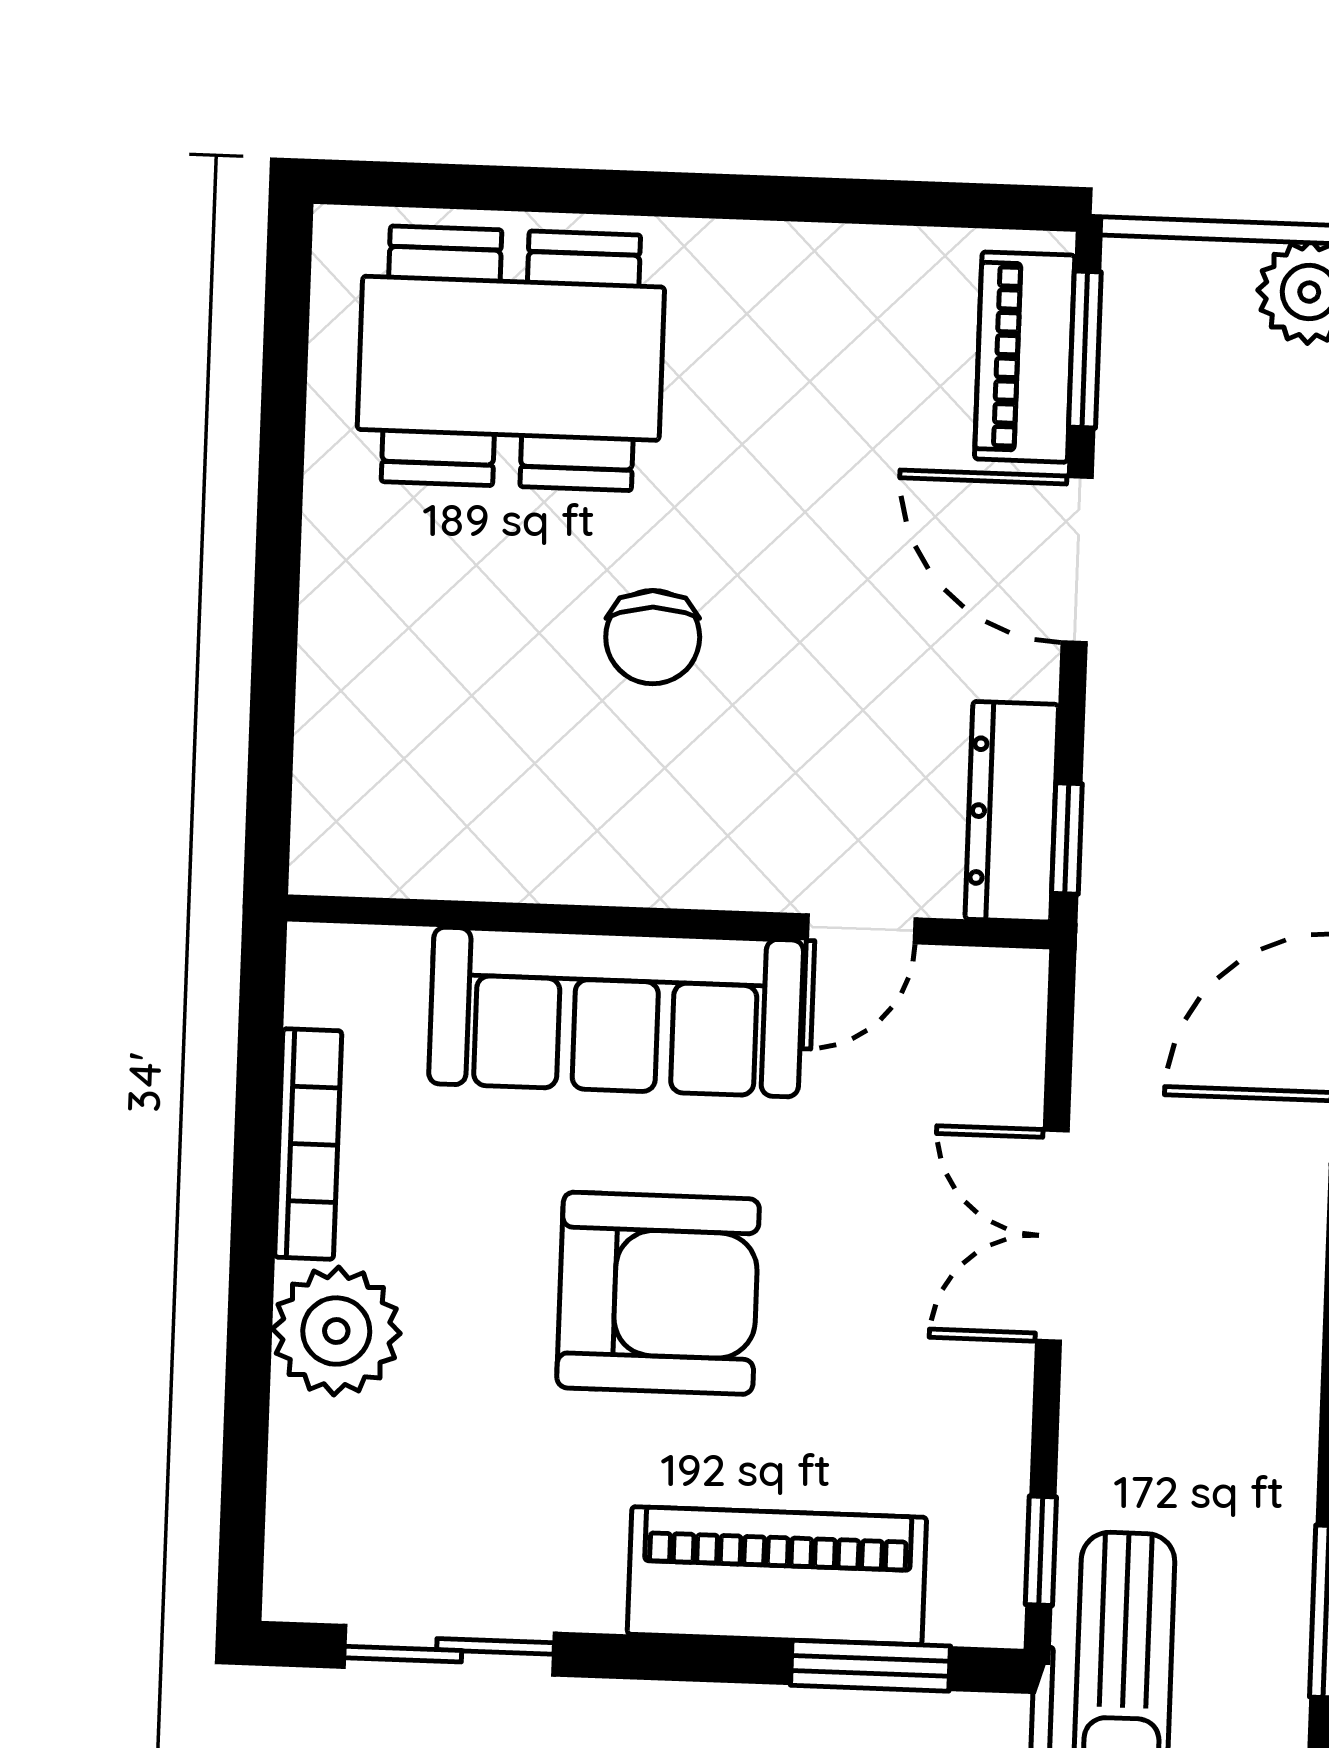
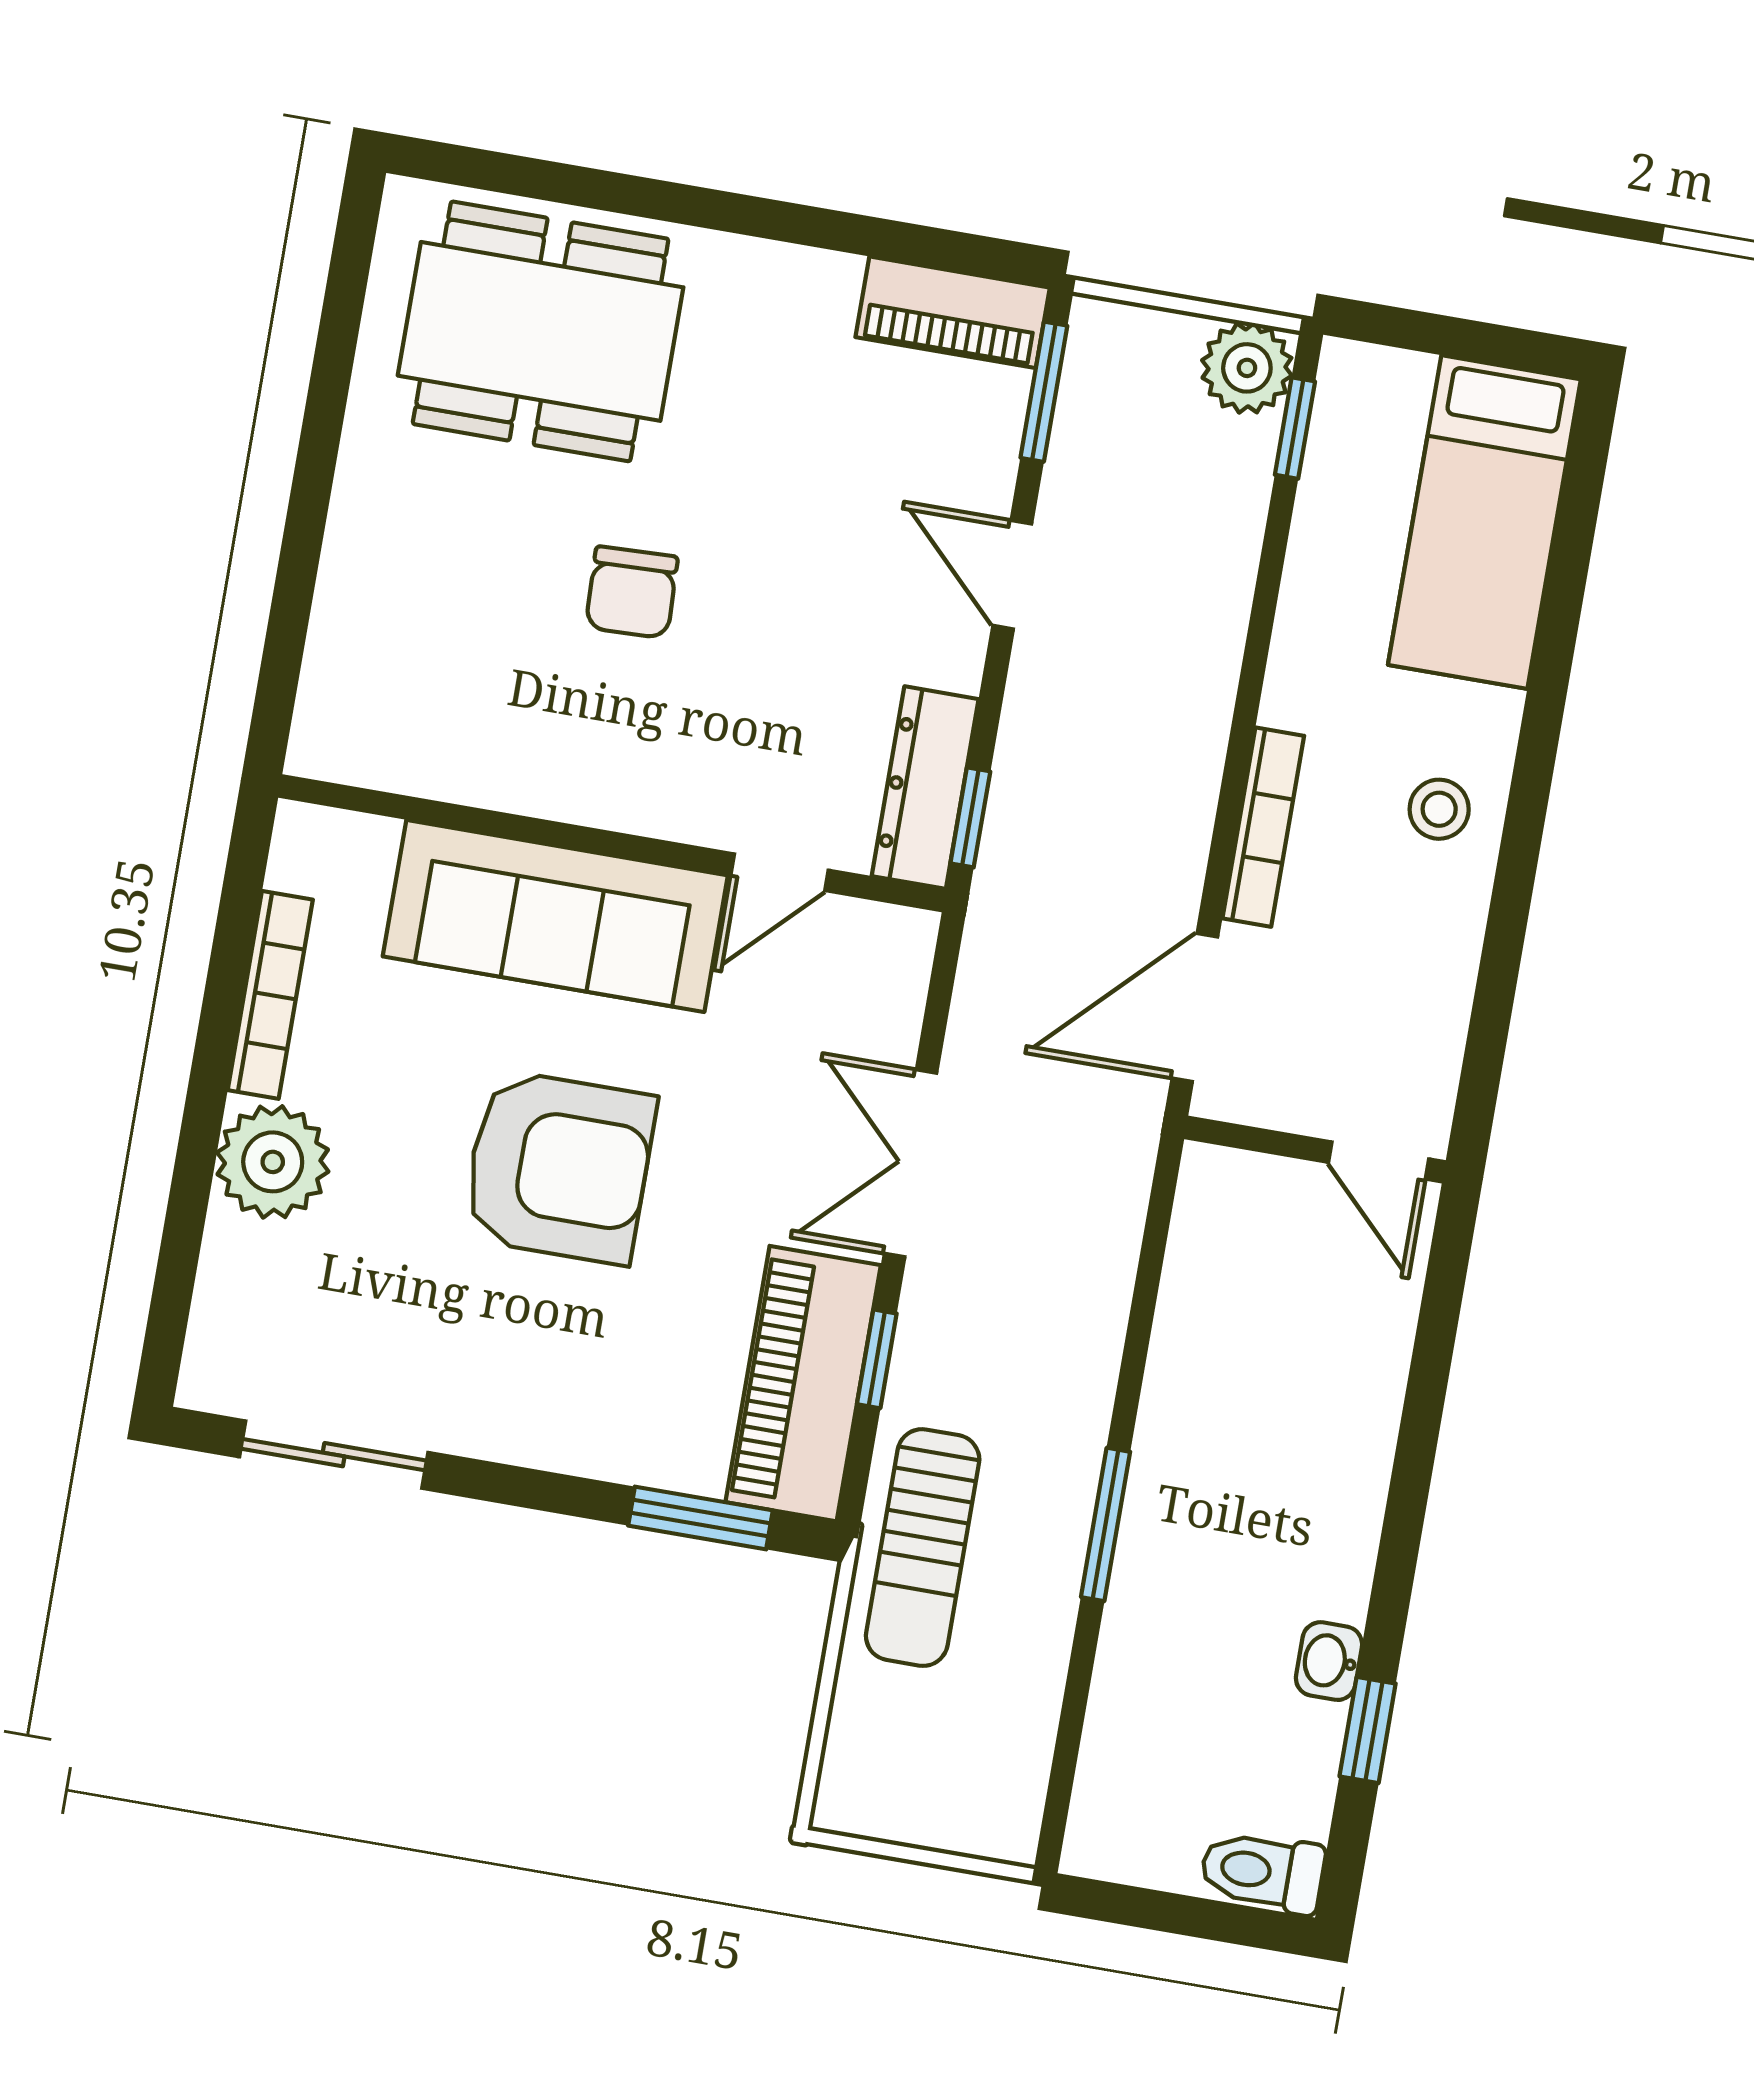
piano: (1025, 357) -> (953, 312), moved, turned -90
door: (1077, 560) -> (1012, 575), width x0.73
window: (1041, 1551) -> (877, 1359), moved
piano: (777, 1576) -> (803, 1384), moved, turned -90

